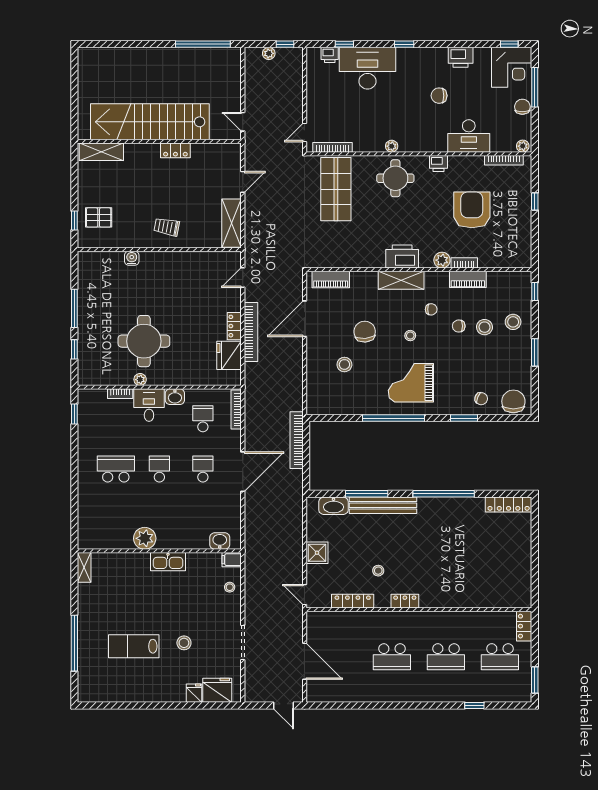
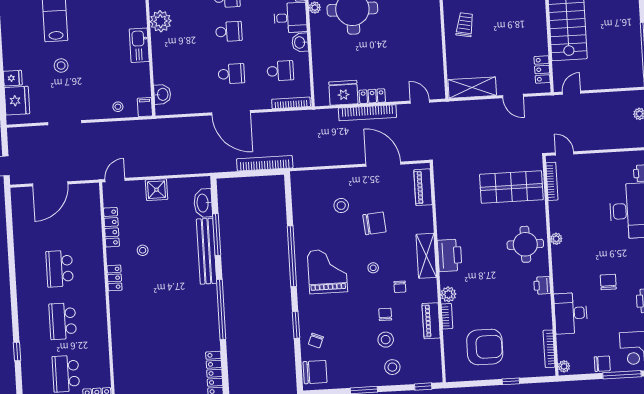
locker: (175, 150) -> (542, 70), moved
armchair: (472, 210) -> (485, 347), moved

